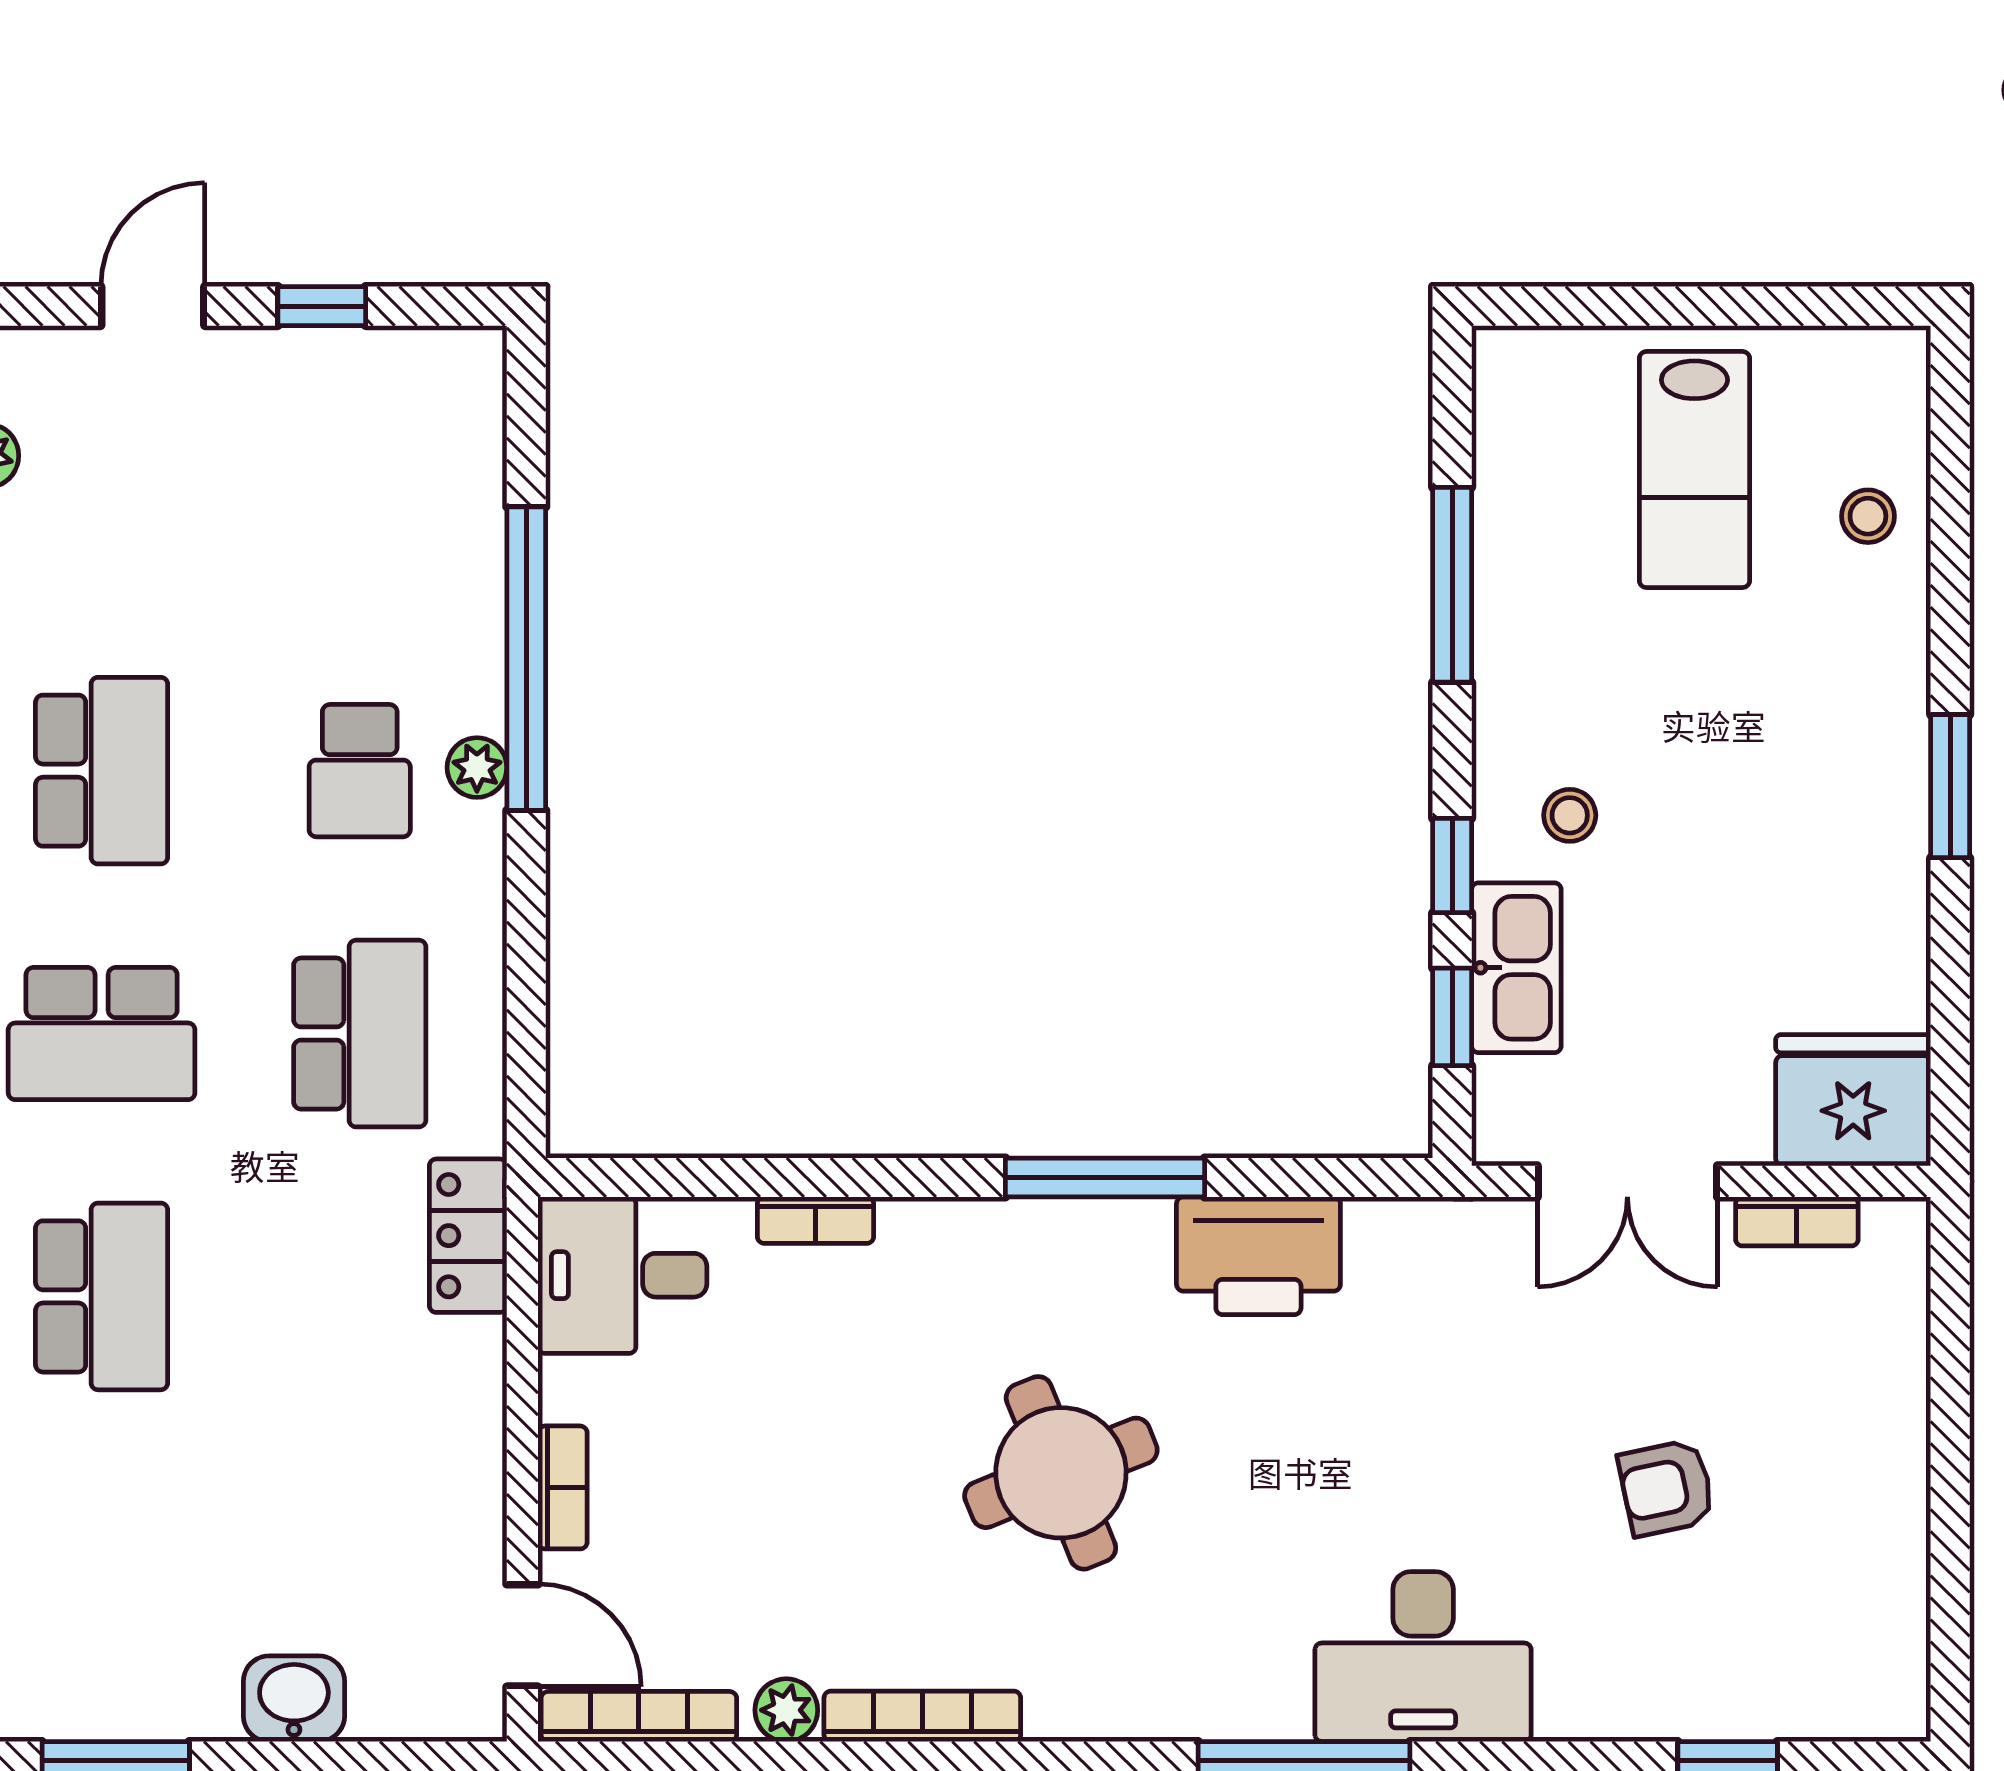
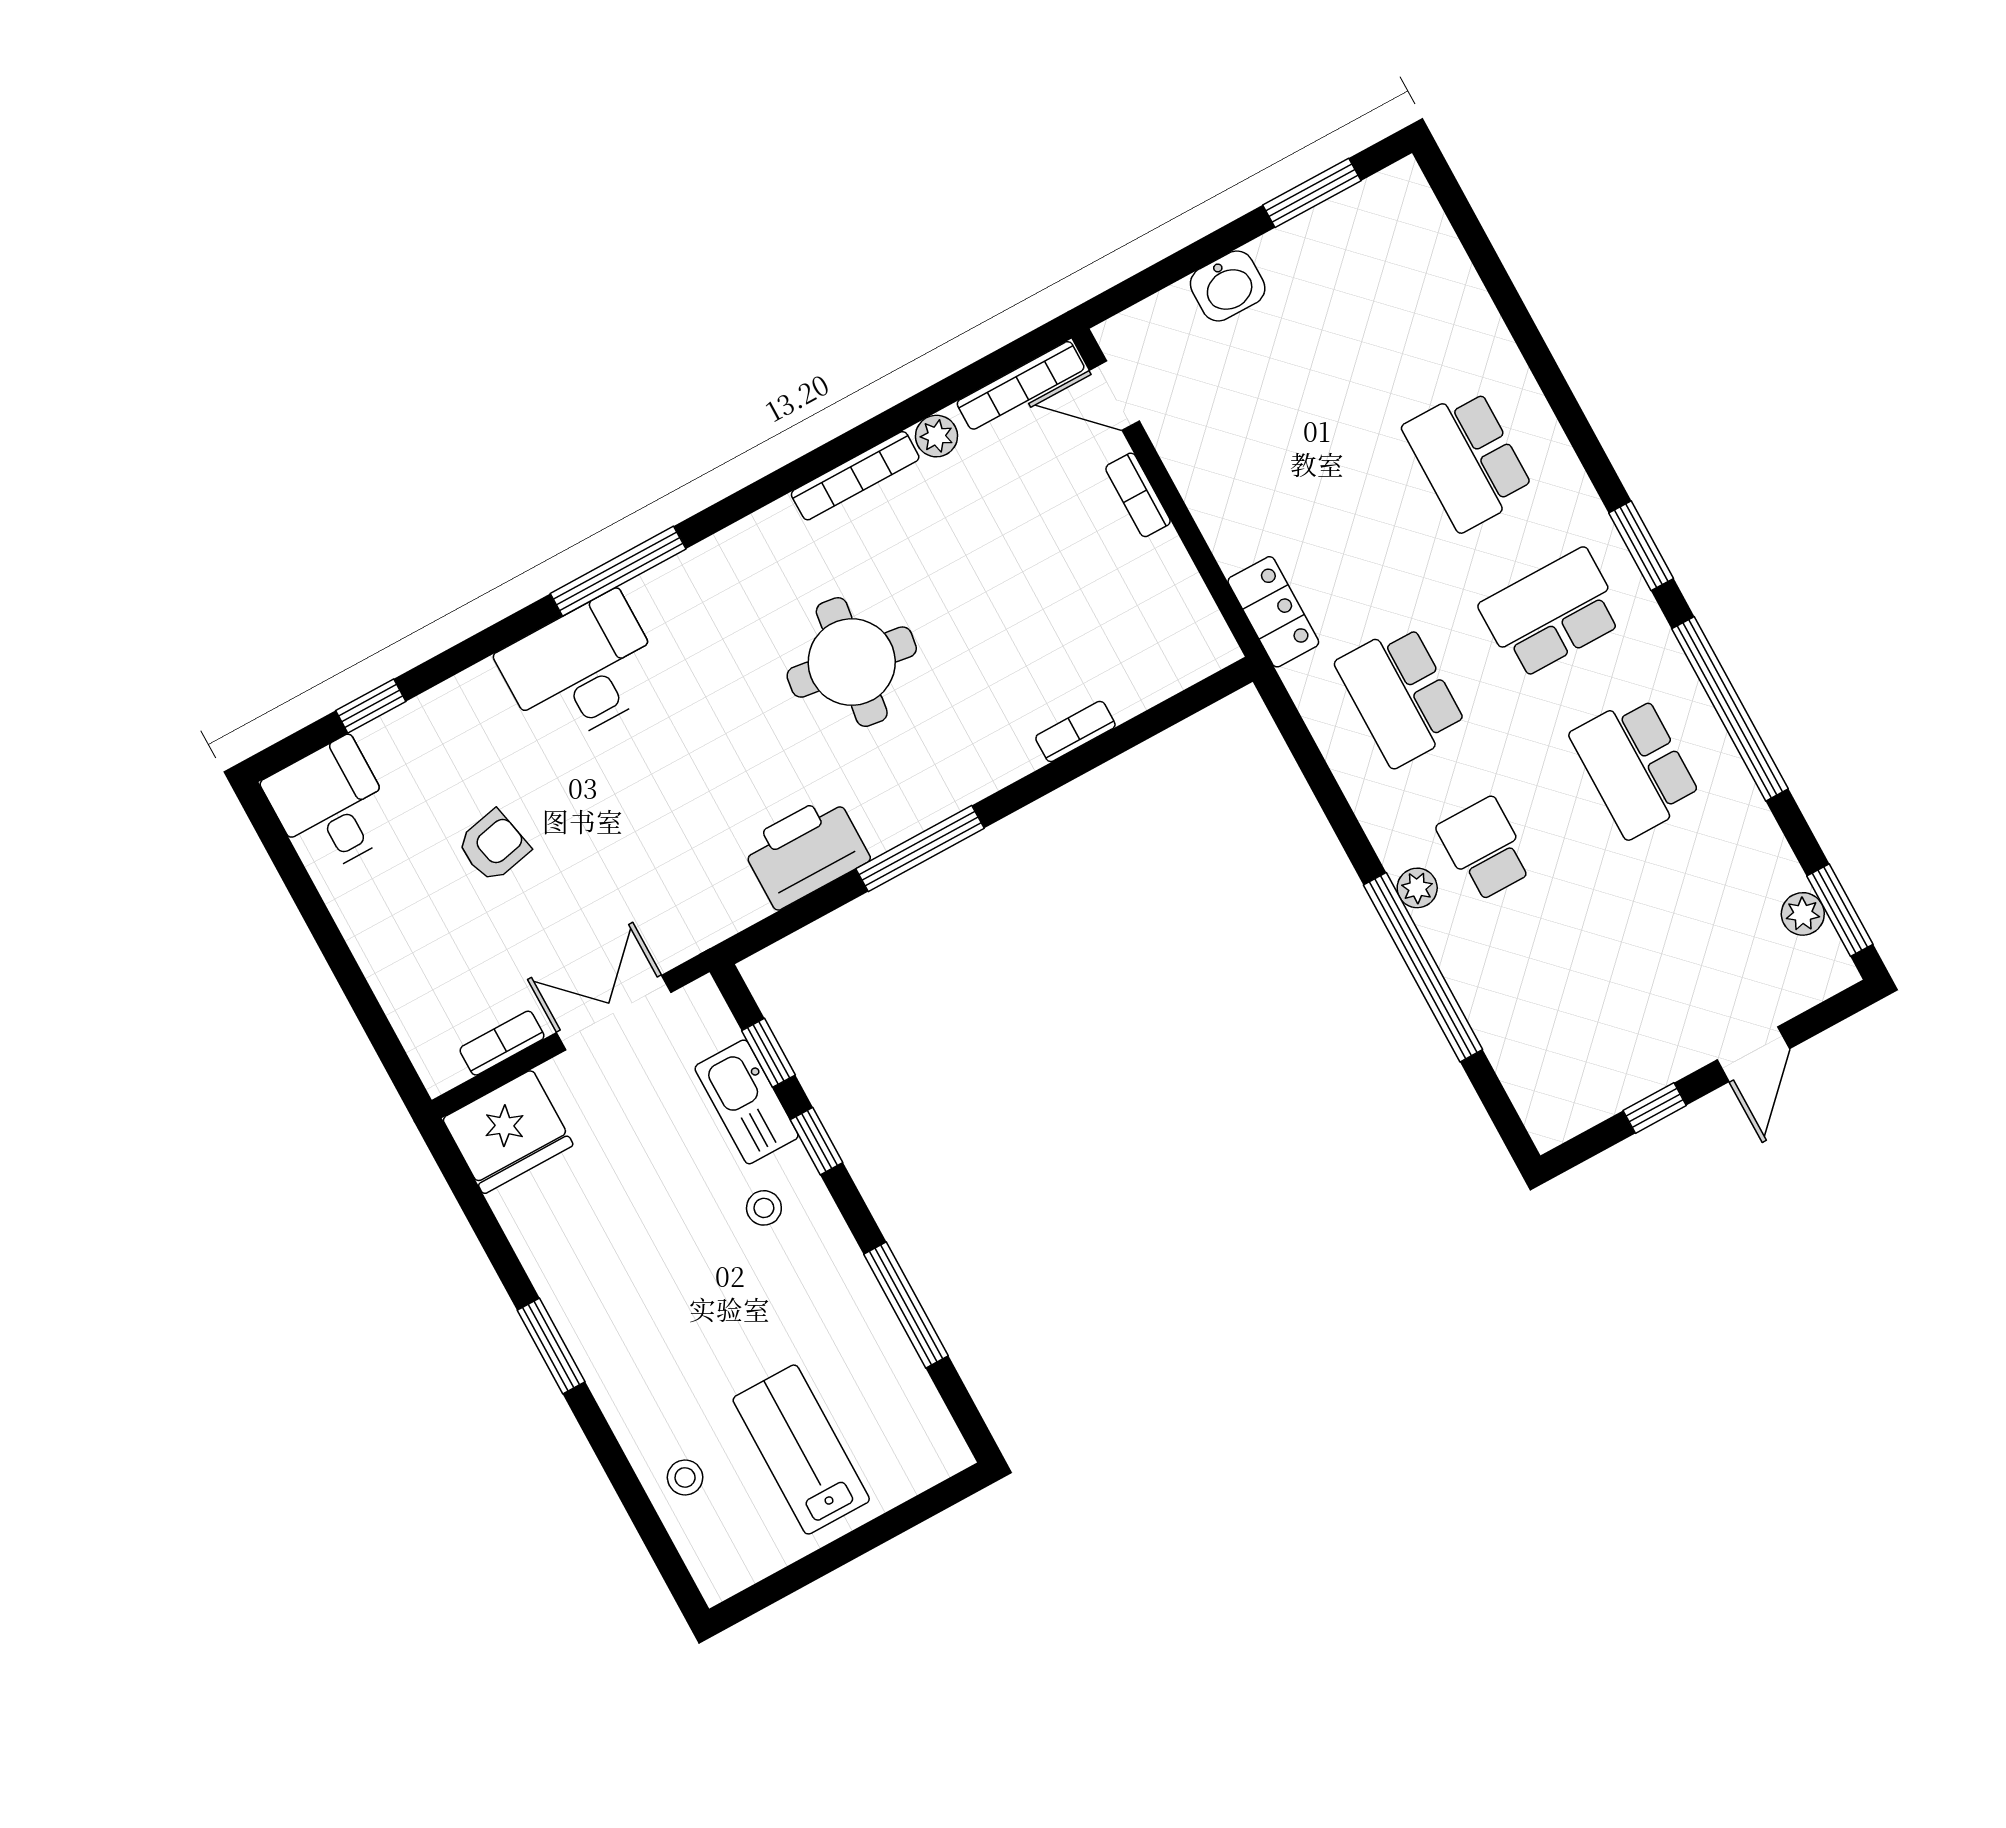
desk: (622, 1275) -> (331, 806), moved, turned -90
round table: (1061, 1473) -> (852, 662), turned 30

